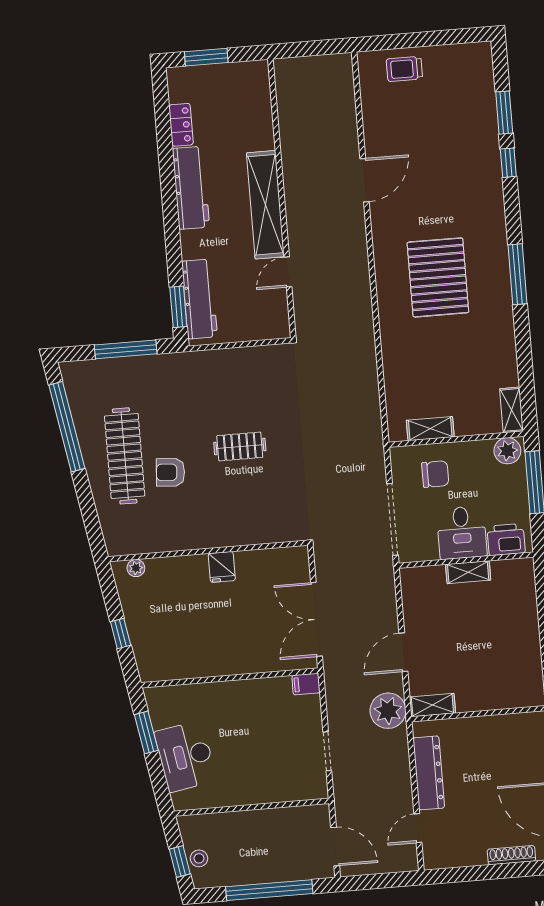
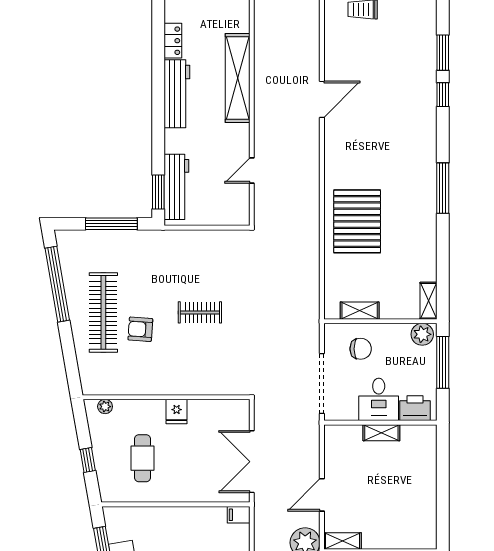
shelving: (265, 205) -> (238, 78), moved
pallet: (438, 277) -> (357, 221), moved
cafe table: (186, 626) -> (142, 458), added

